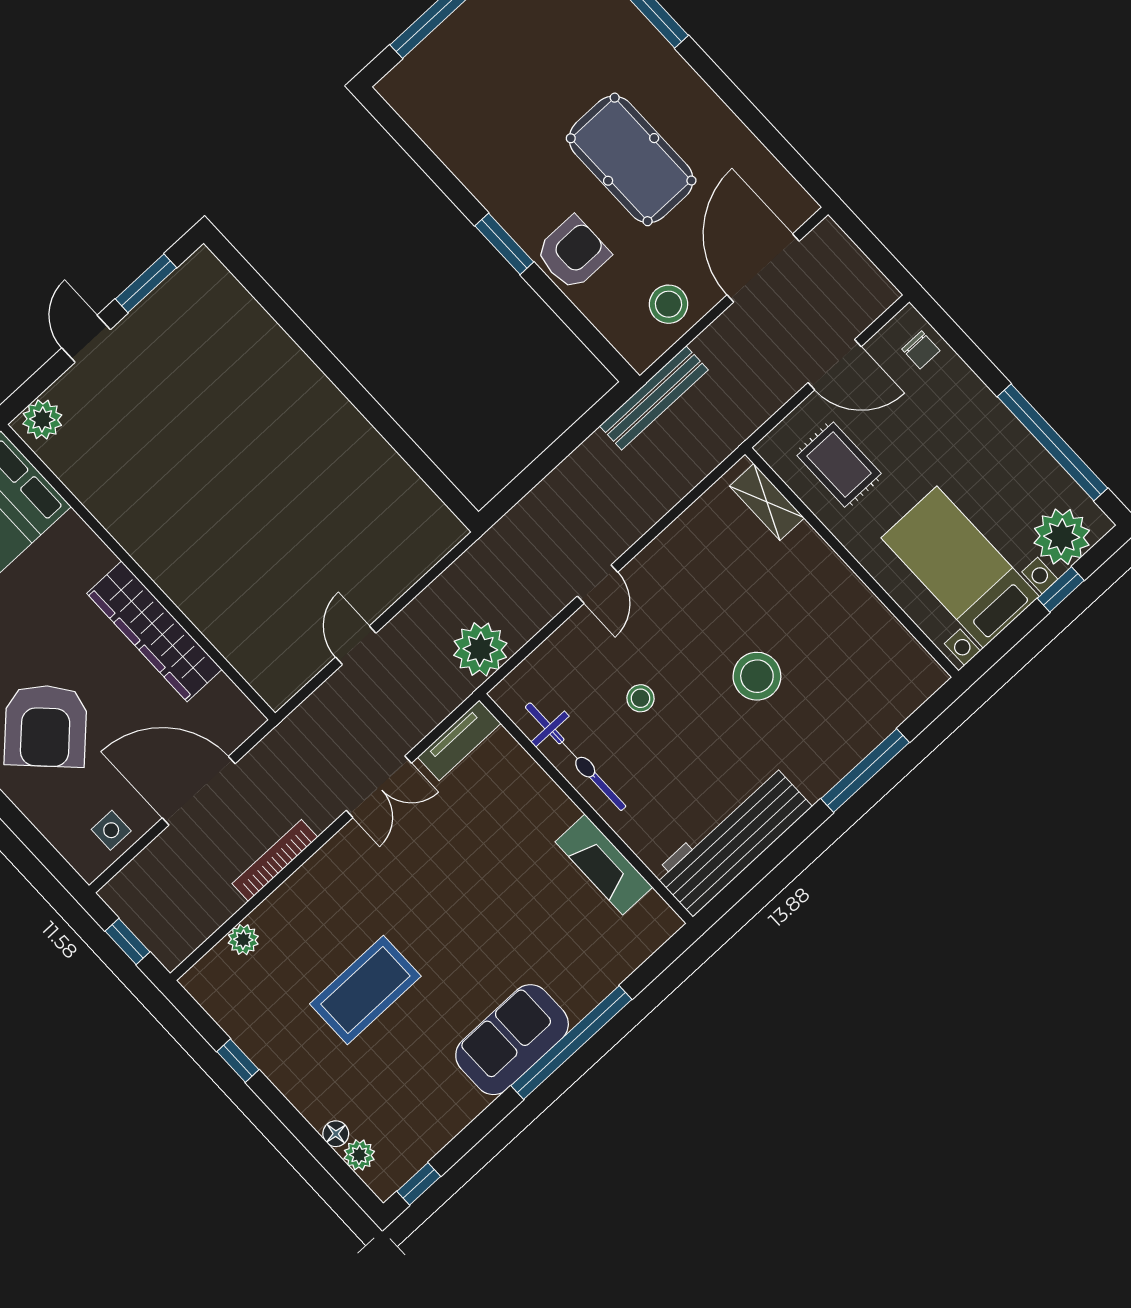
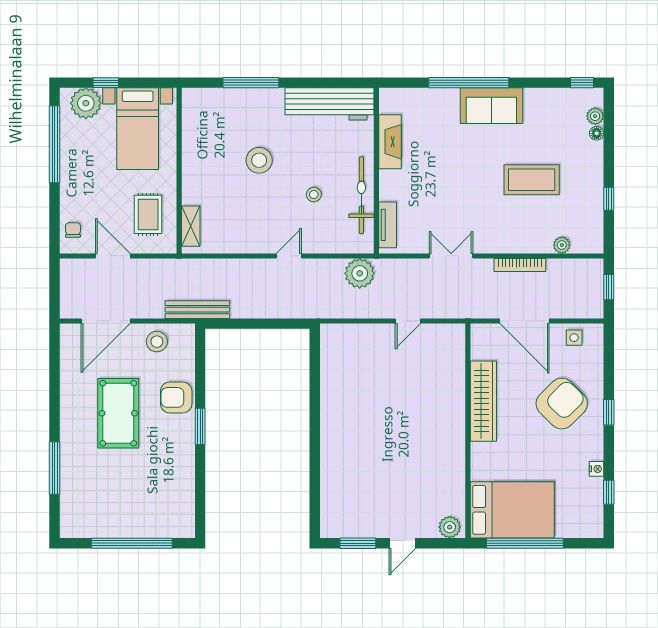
tv unit: (459, 740) -> (388, 225), moved, turned 90

